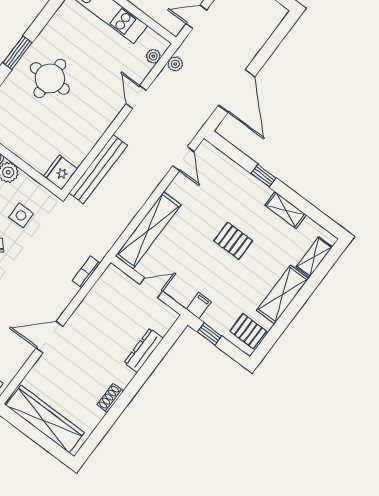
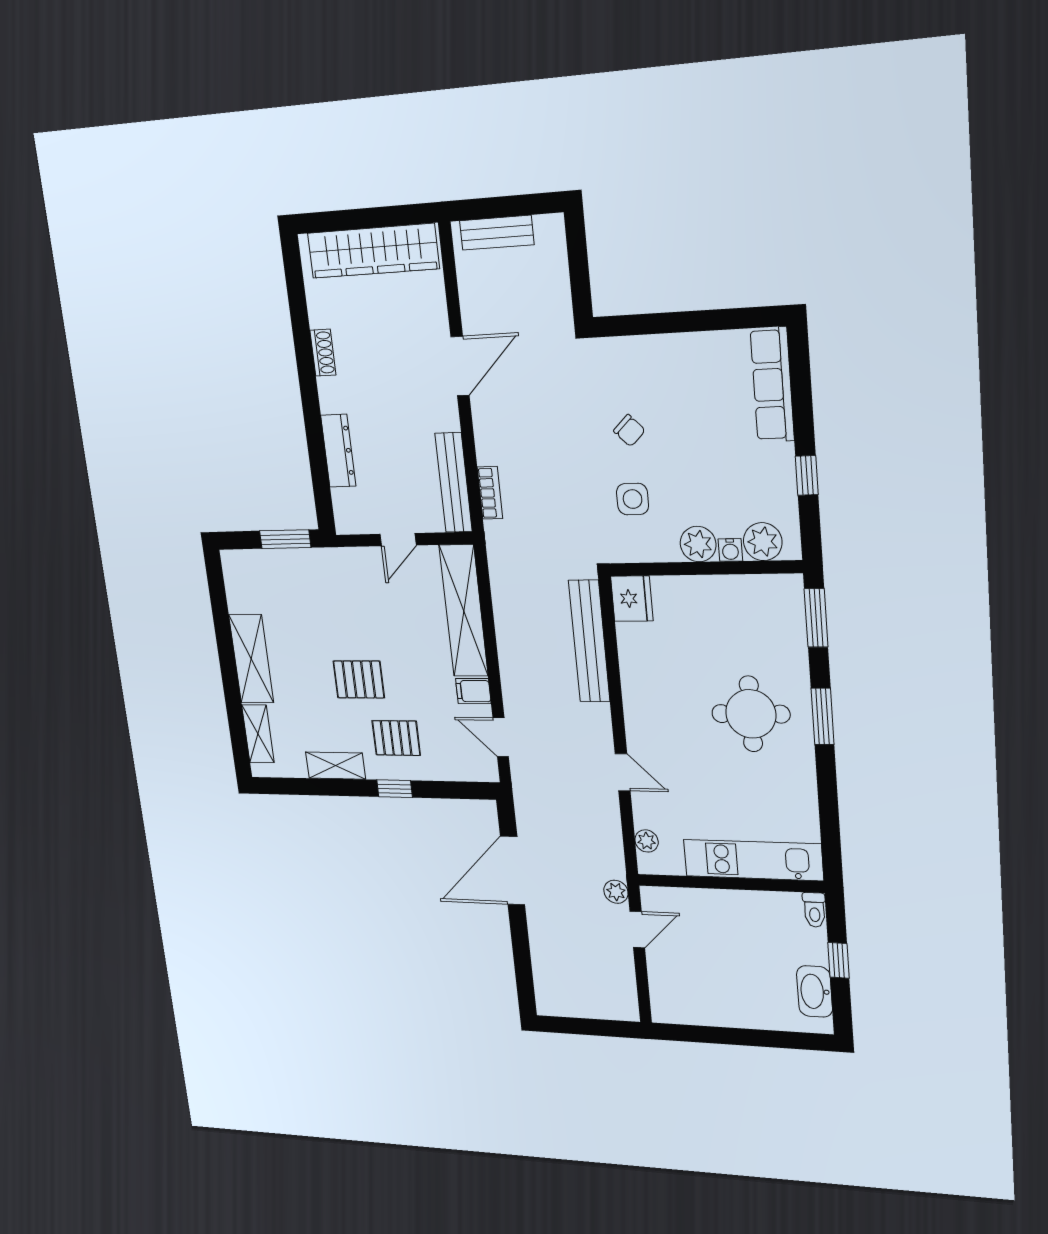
plant: (175, 64) -> (616, 892), moved
door: (237, 91) -> (512, 871), hinge flipped
bench: (100, 290) -> (454, 483), added
filing cabinet: (199, 306) -> (473, 691), moved, turned 90
pallet: (248, 331) -> (396, 738), moved
window: (210, 334) -> (285, 539), width x1.50

